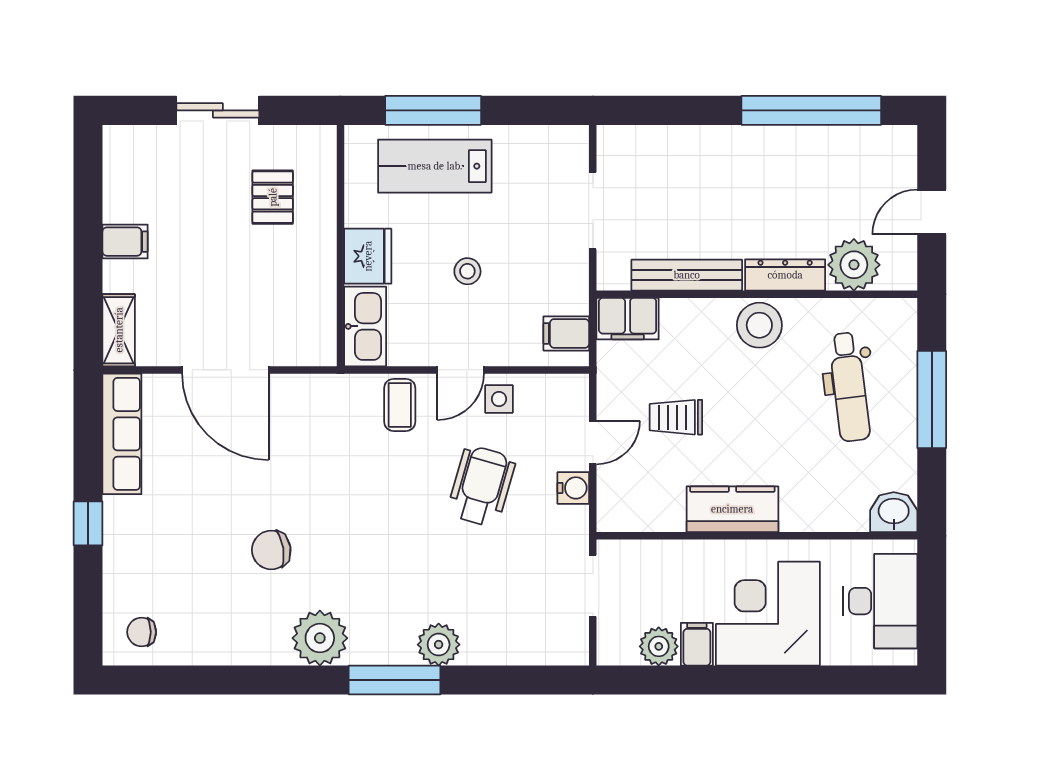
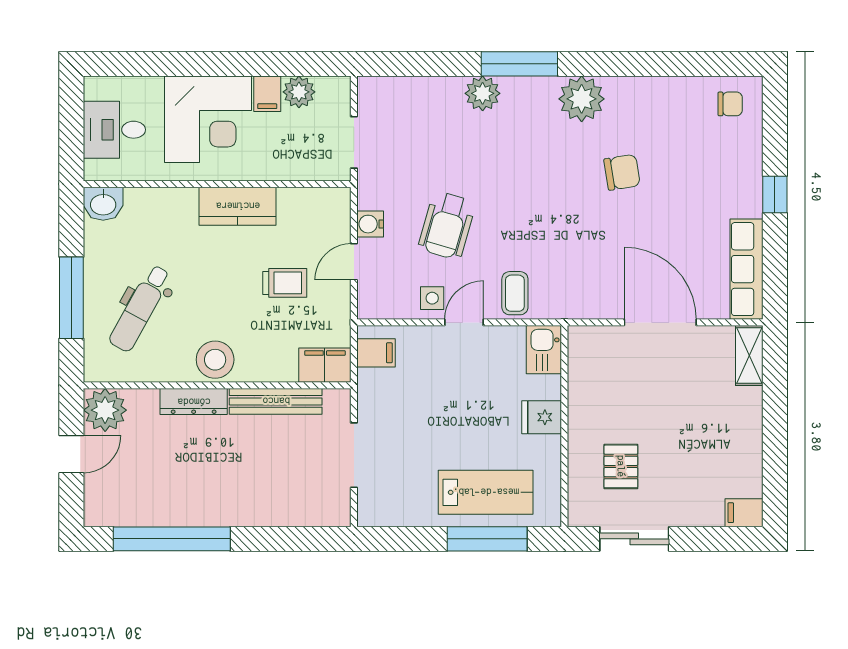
sliding door: (218, 110) -> (634, 539), moved
filing cabinet: (125, 242) -> (744, 513), moved
fridge: (368, 256) -> (542, 417), width x0.72
plant: (854, 265) -> (105, 410), moved
stool: (467, 271) -> (458, 405), removed
kitchen sink: (365, 326) -> (544, 350), width x0.73
dental chair: (849, 387) -> (140, 308), turned -144
desk: (880, 601) -> (114, 130), width x0.73

